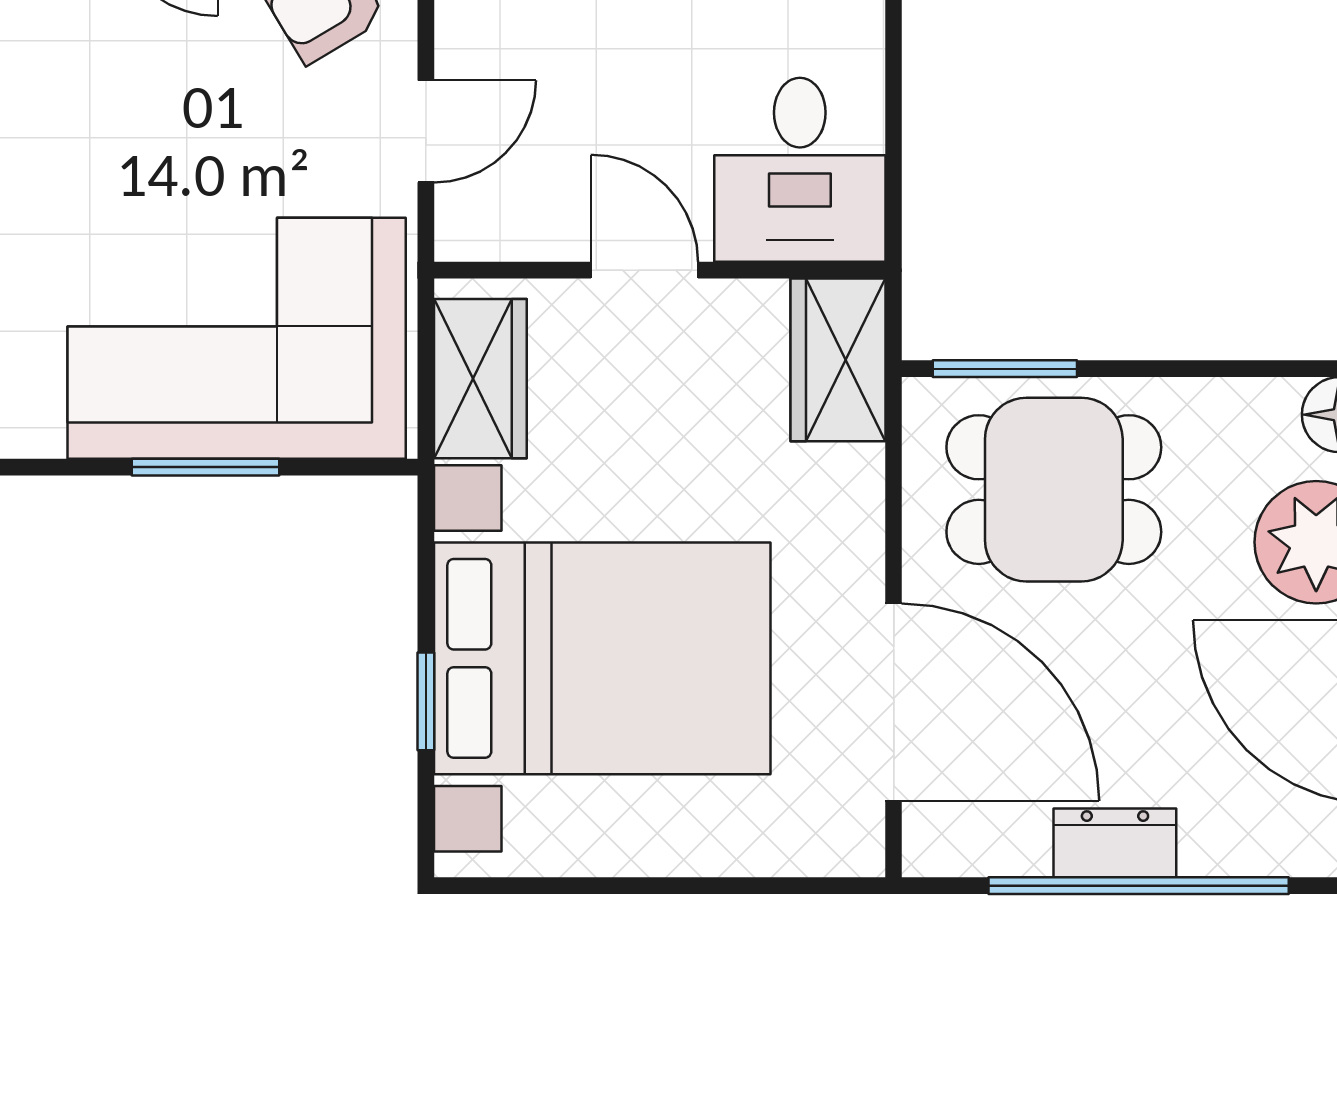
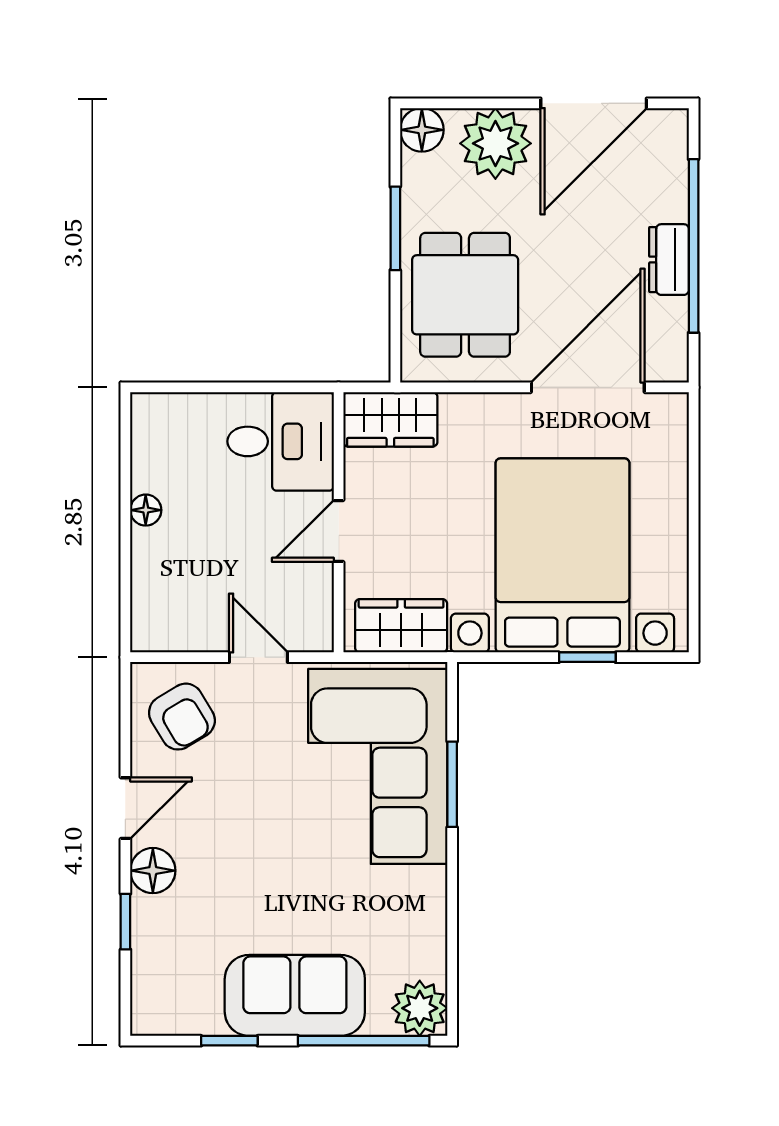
window: (1005, 369) -> (395, 228), moved

